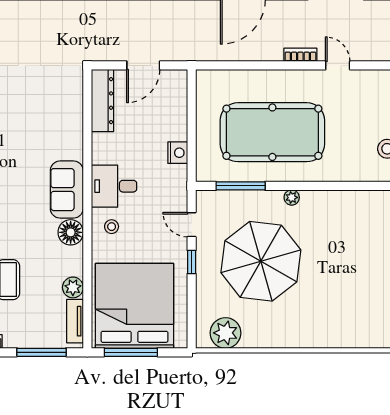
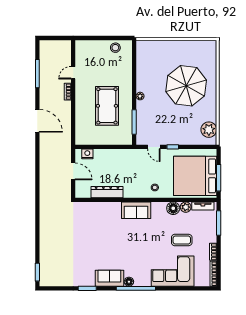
dresser: (102, 101) -> (107, 192), moved
pool table: (272, 132) -> (107, 106), width x0.73, depth x0.76
nightstand: (178, 153) -> (87, 154), moved
desk: (114, 186) -> (134, 186), removed
door: (192, 225) -> (154, 147), hinge flipped
floor lamp: (71, 232) -> (173, 208), moved
parasol: (261, 261) -> (186, 86), moved

